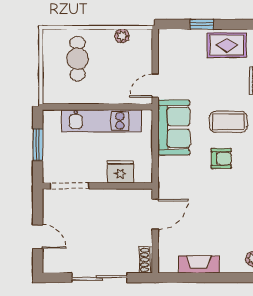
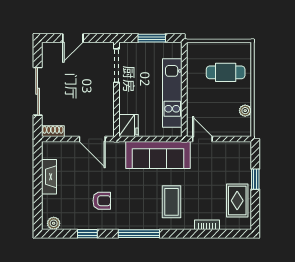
sofa: (174, 127) -> (158, 155), width x1.36
armchair: (221, 158) -> (102, 201), moved, turned -90
fridge: (120, 172) -> (128, 126), moved

